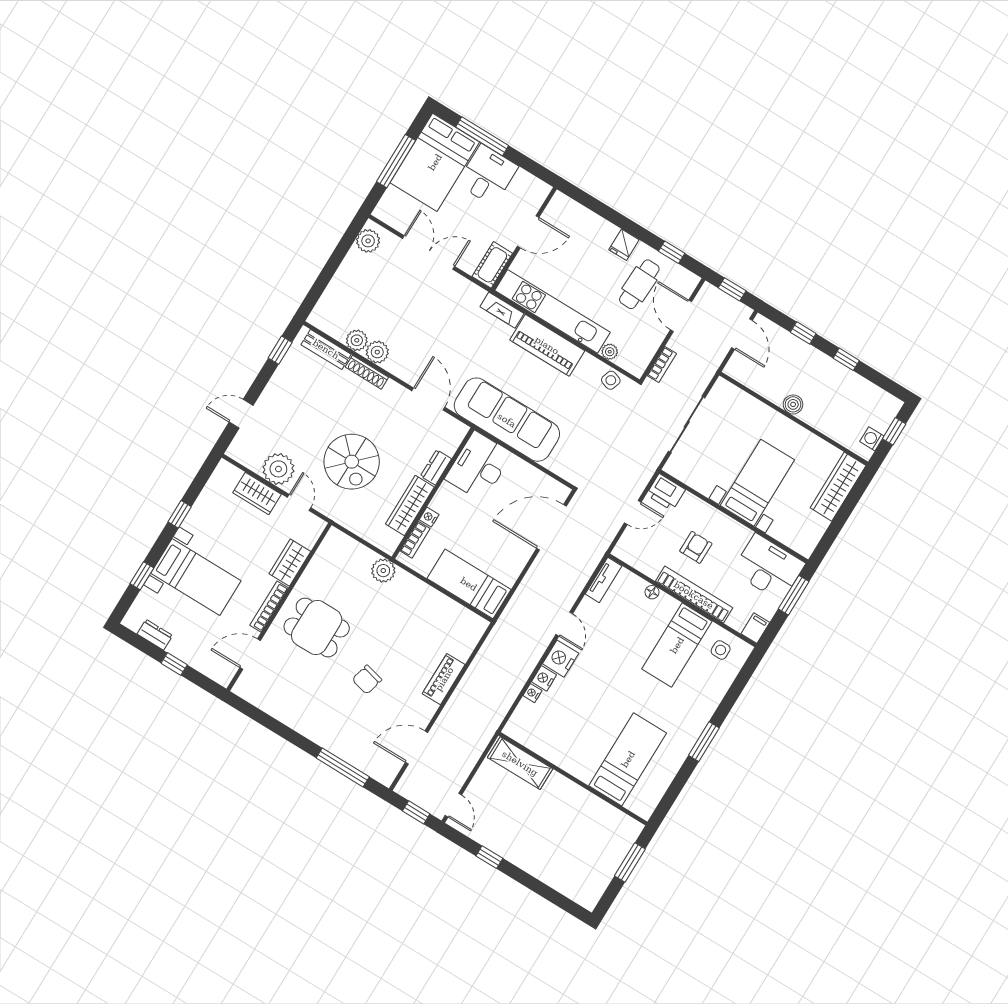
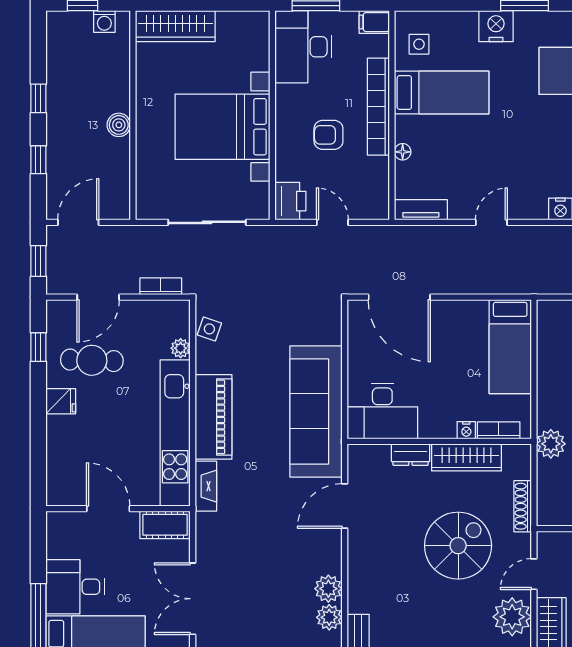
shoe rack: (367, 372) -> (523, 506), moved, turned 180
bed with nightstands: (757, 483) -> (222, 127), width x1.36
nightstand: (561, 659) -> (496, 26), moved, turned 180

